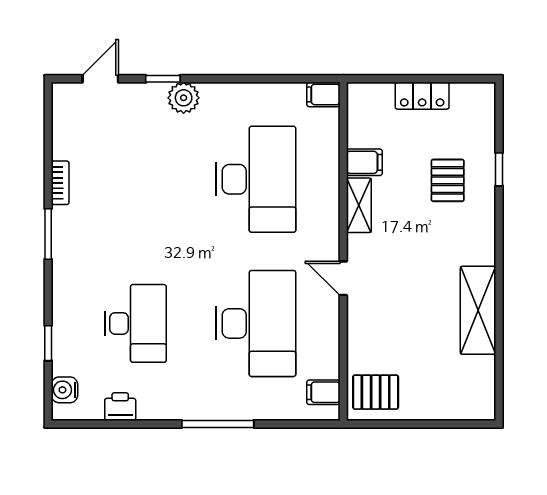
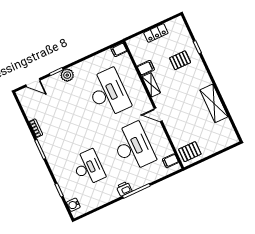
door: (100, 79) -> (33, 82), swing flipped
pallet: (448, 180) -> (180, 60), turned 90
printer: (120, 407) -> (124, 189), moved

